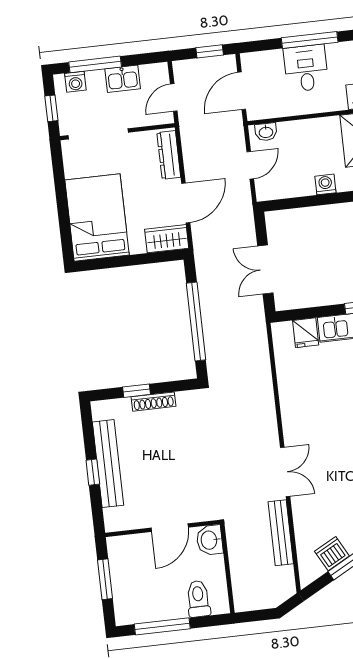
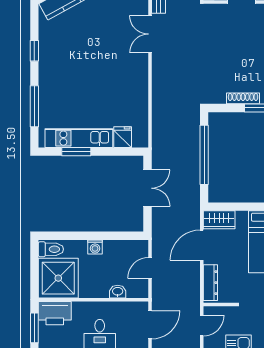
washbasin: (266, 132) -> (118, 292), moved

